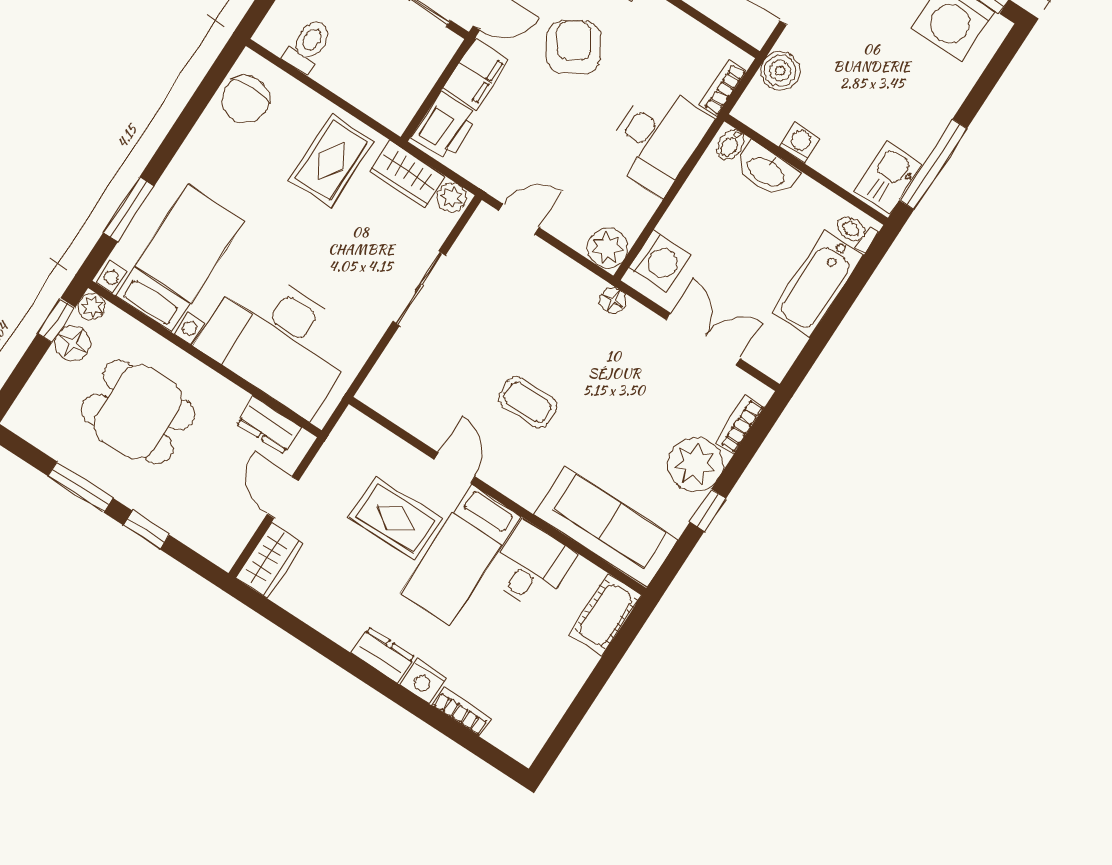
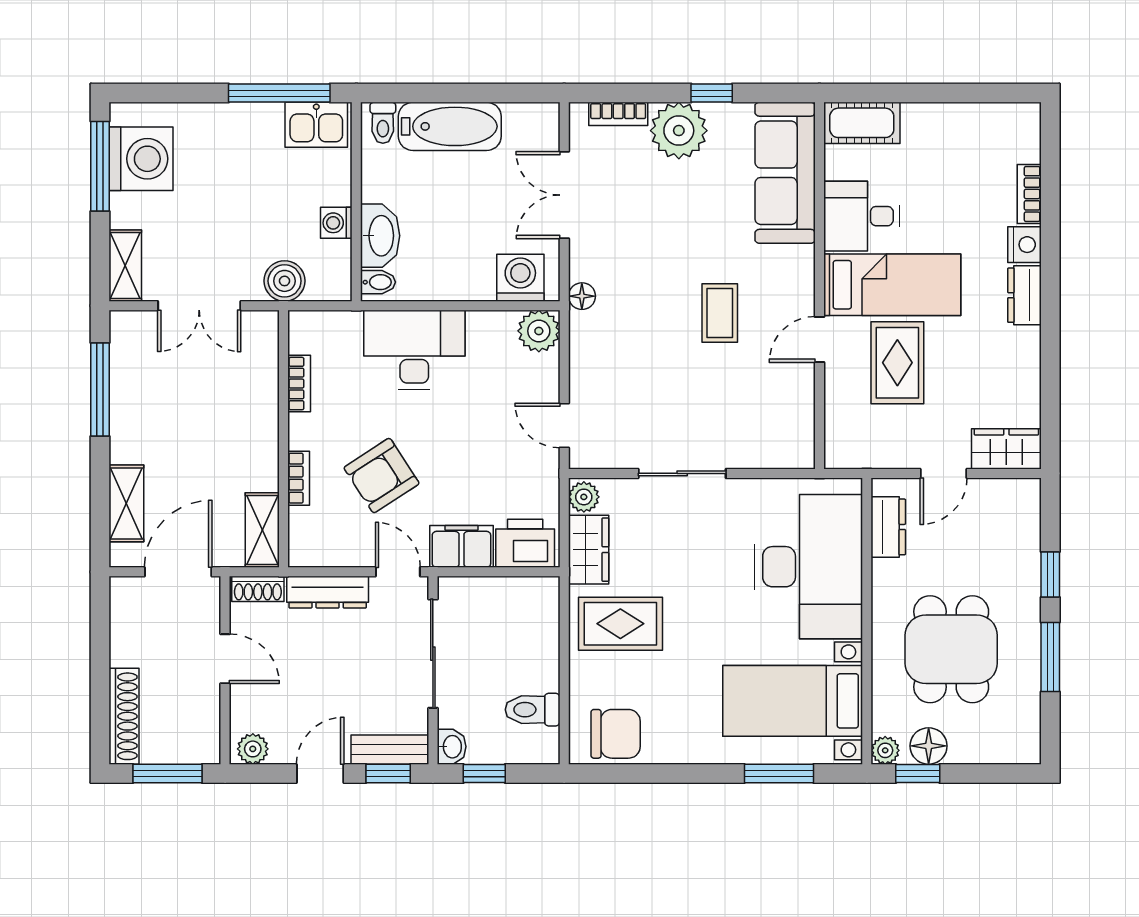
bookcase: (723, 88) -> (299, 384), moved, turned -90

